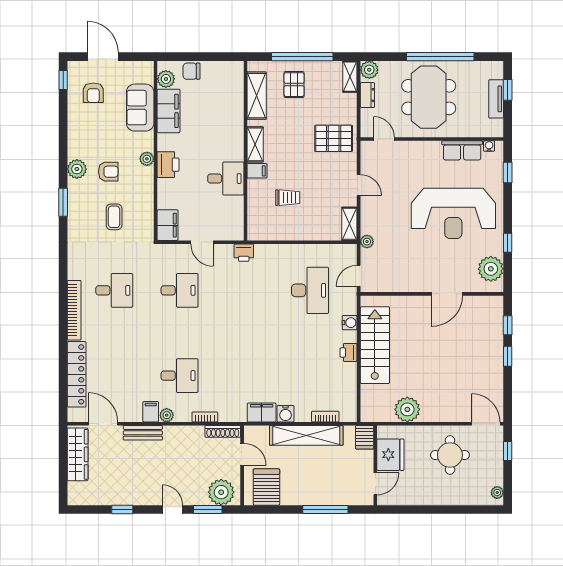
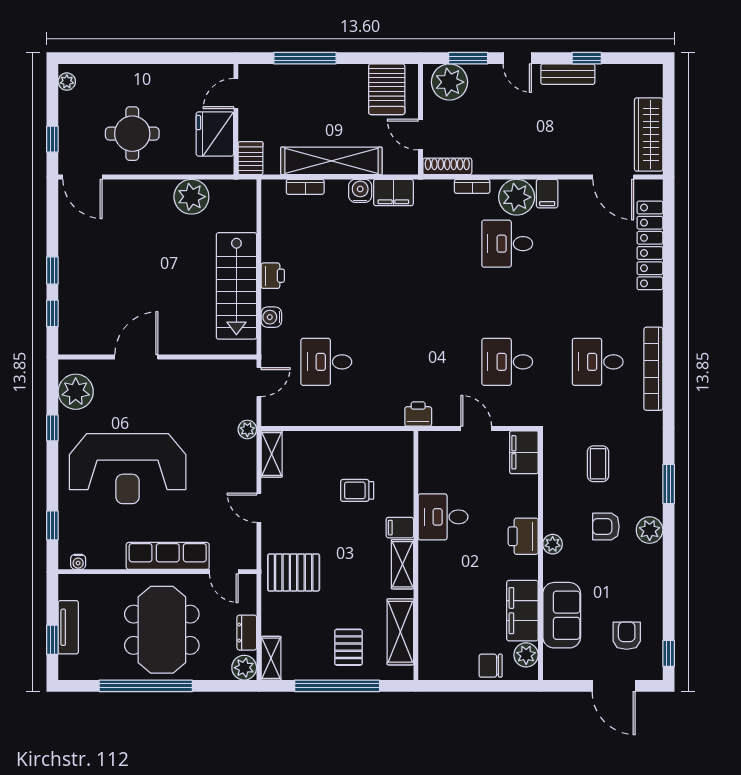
chair: (192, 71) -> (491, 666), turned 180
row of seats: (462, 150) -> (168, 556), moved, width x1.48
reception desk: (453, 213) -> (128, 469), turned 180
desk: (310, 290) -> (326, 362), width x0.73
bookcase: (74, 310) -> (653, 369), moved
plant: (167, 415) -> (517, 197), width x1.87, depth x1.87
bench: (143, 433) -> (568, 74), moved

